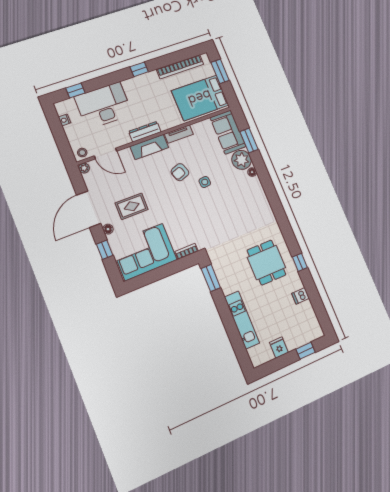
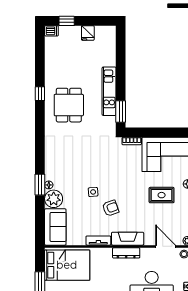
window: (249, 141) -> (40, 185), moved
dishwasher: (301, 296) -> (51, 31), moved
kitchen unit: (242, 320) -> (109, 91), moved

